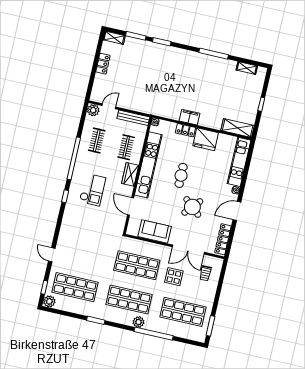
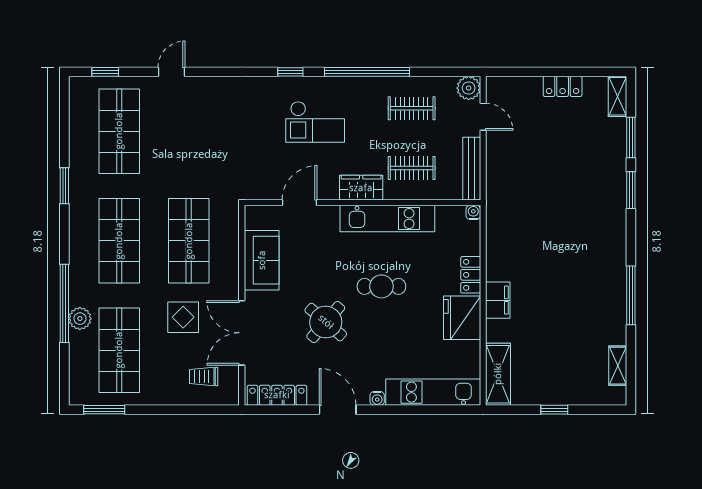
filing cabinet: (190, 117) -> (498, 300), moved
kitchen unit: (148, 165) -> (387, 219), width x0.73
plant: (49, 301) -> (80, 88), removed
plant: (138, 322) -> (80, 319), moved

